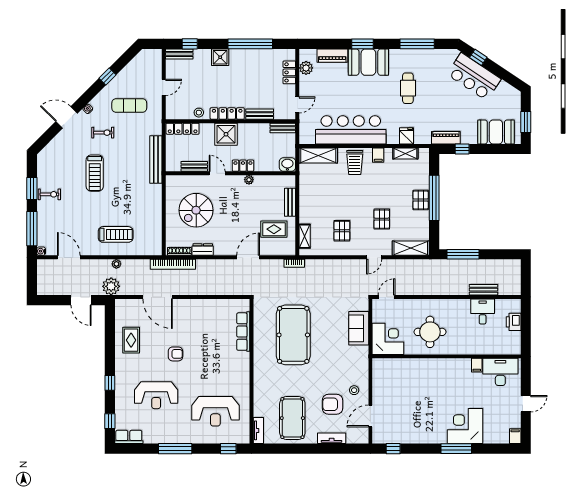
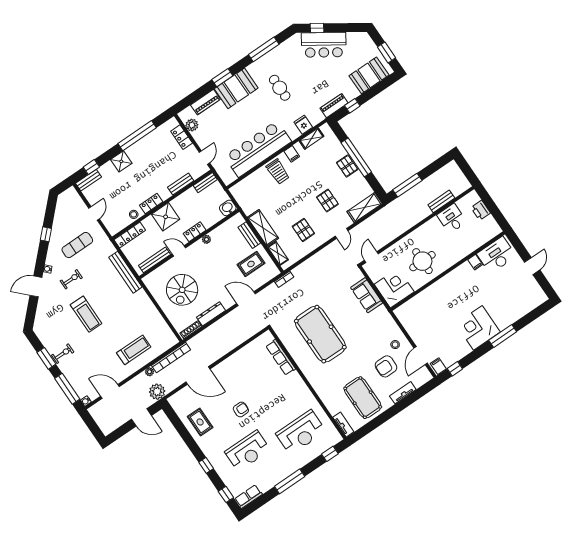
locker: (227, 113) -> (151, 204), width x0.66
shelving: (318, 155) -> (263, 228), moved, turned 90
bench: (194, 166) -> (154, 260), width x1.36
dresser: (203, 250) -> (211, 314), width x1.44
door: (248, 257) -> (246, 299), hinge flipped
bookcase: (173, 264) -> (171, 358), moved
corner desk: (465, 426) -> (478, 328), moved
filing cabinet: (515, 436) -> (438, 366), moved

